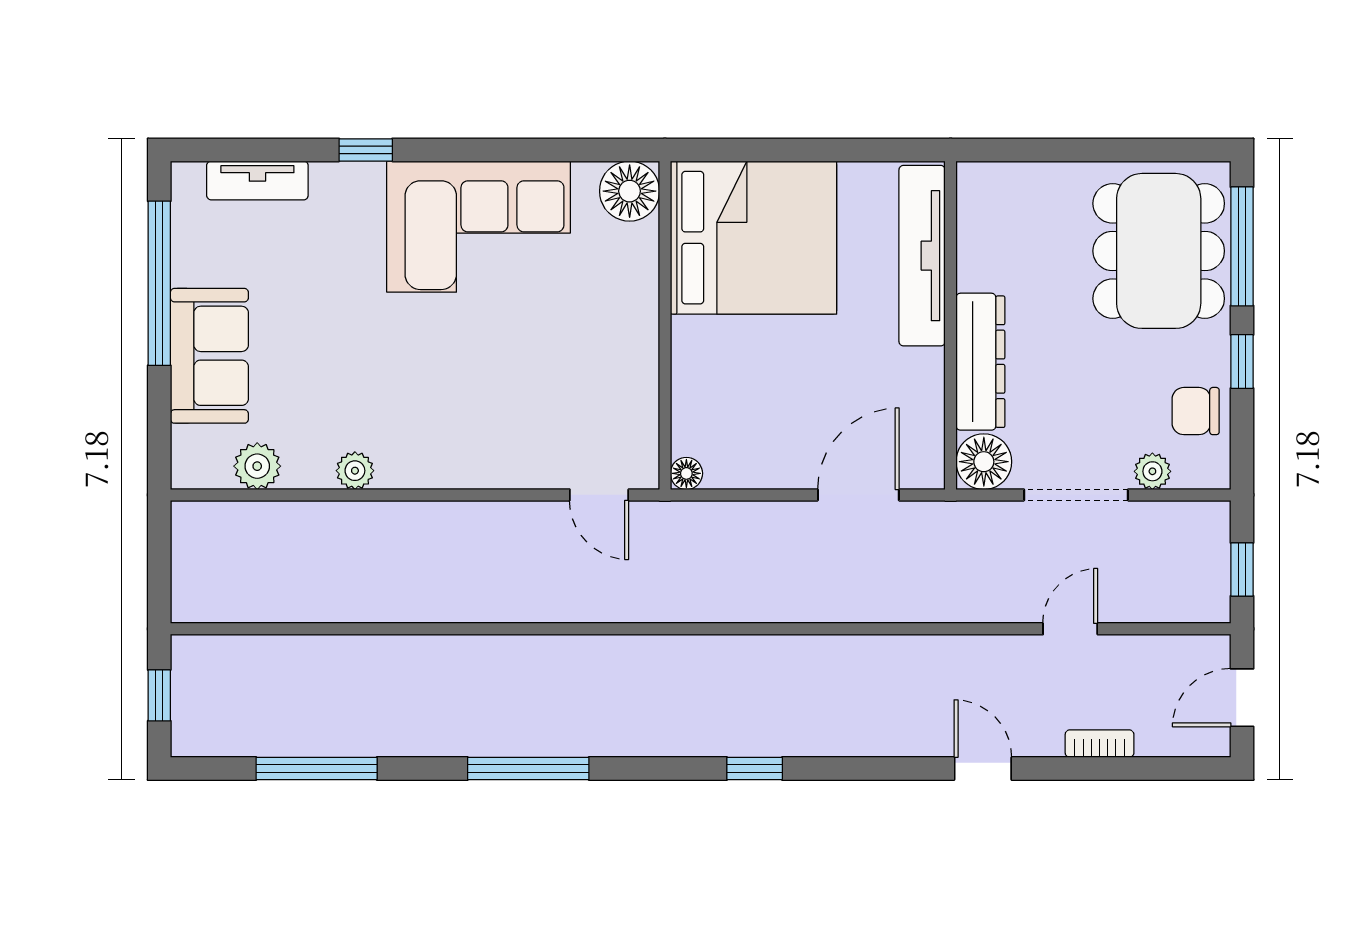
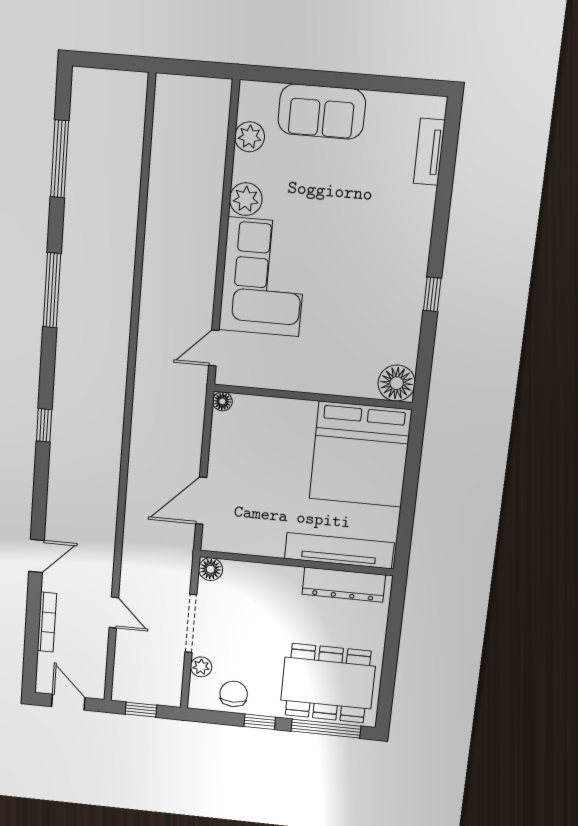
window: (366, 150) -> (432, 294), moved
corner sofa: (478, 227) -> (263, 277), moved, turned 180
window: (159, 283) -> (371, 83), removed
dresser: (980, 362) -> (344, 585), moved
floor lamp: (984, 462) -> (211, 569), width x0.73, depth x0.73
plant: (355, 471) -> (246, 199), width x1.38, depth x1.38
door: (858, 495) -> (201, 501), swing flipped
window: (159, 695) -> (111, 62), removed
bookcase: (1100, 744) -> (47, 622), width x1.56

